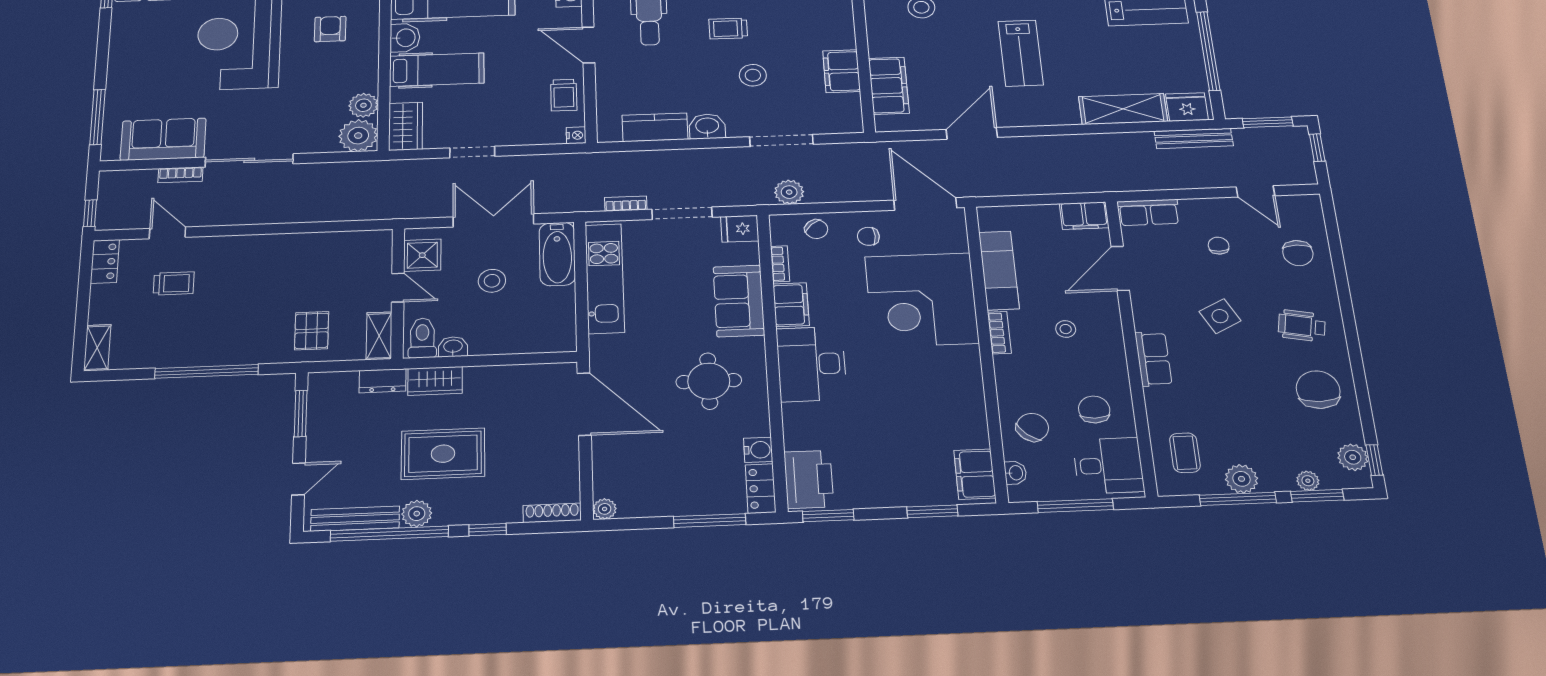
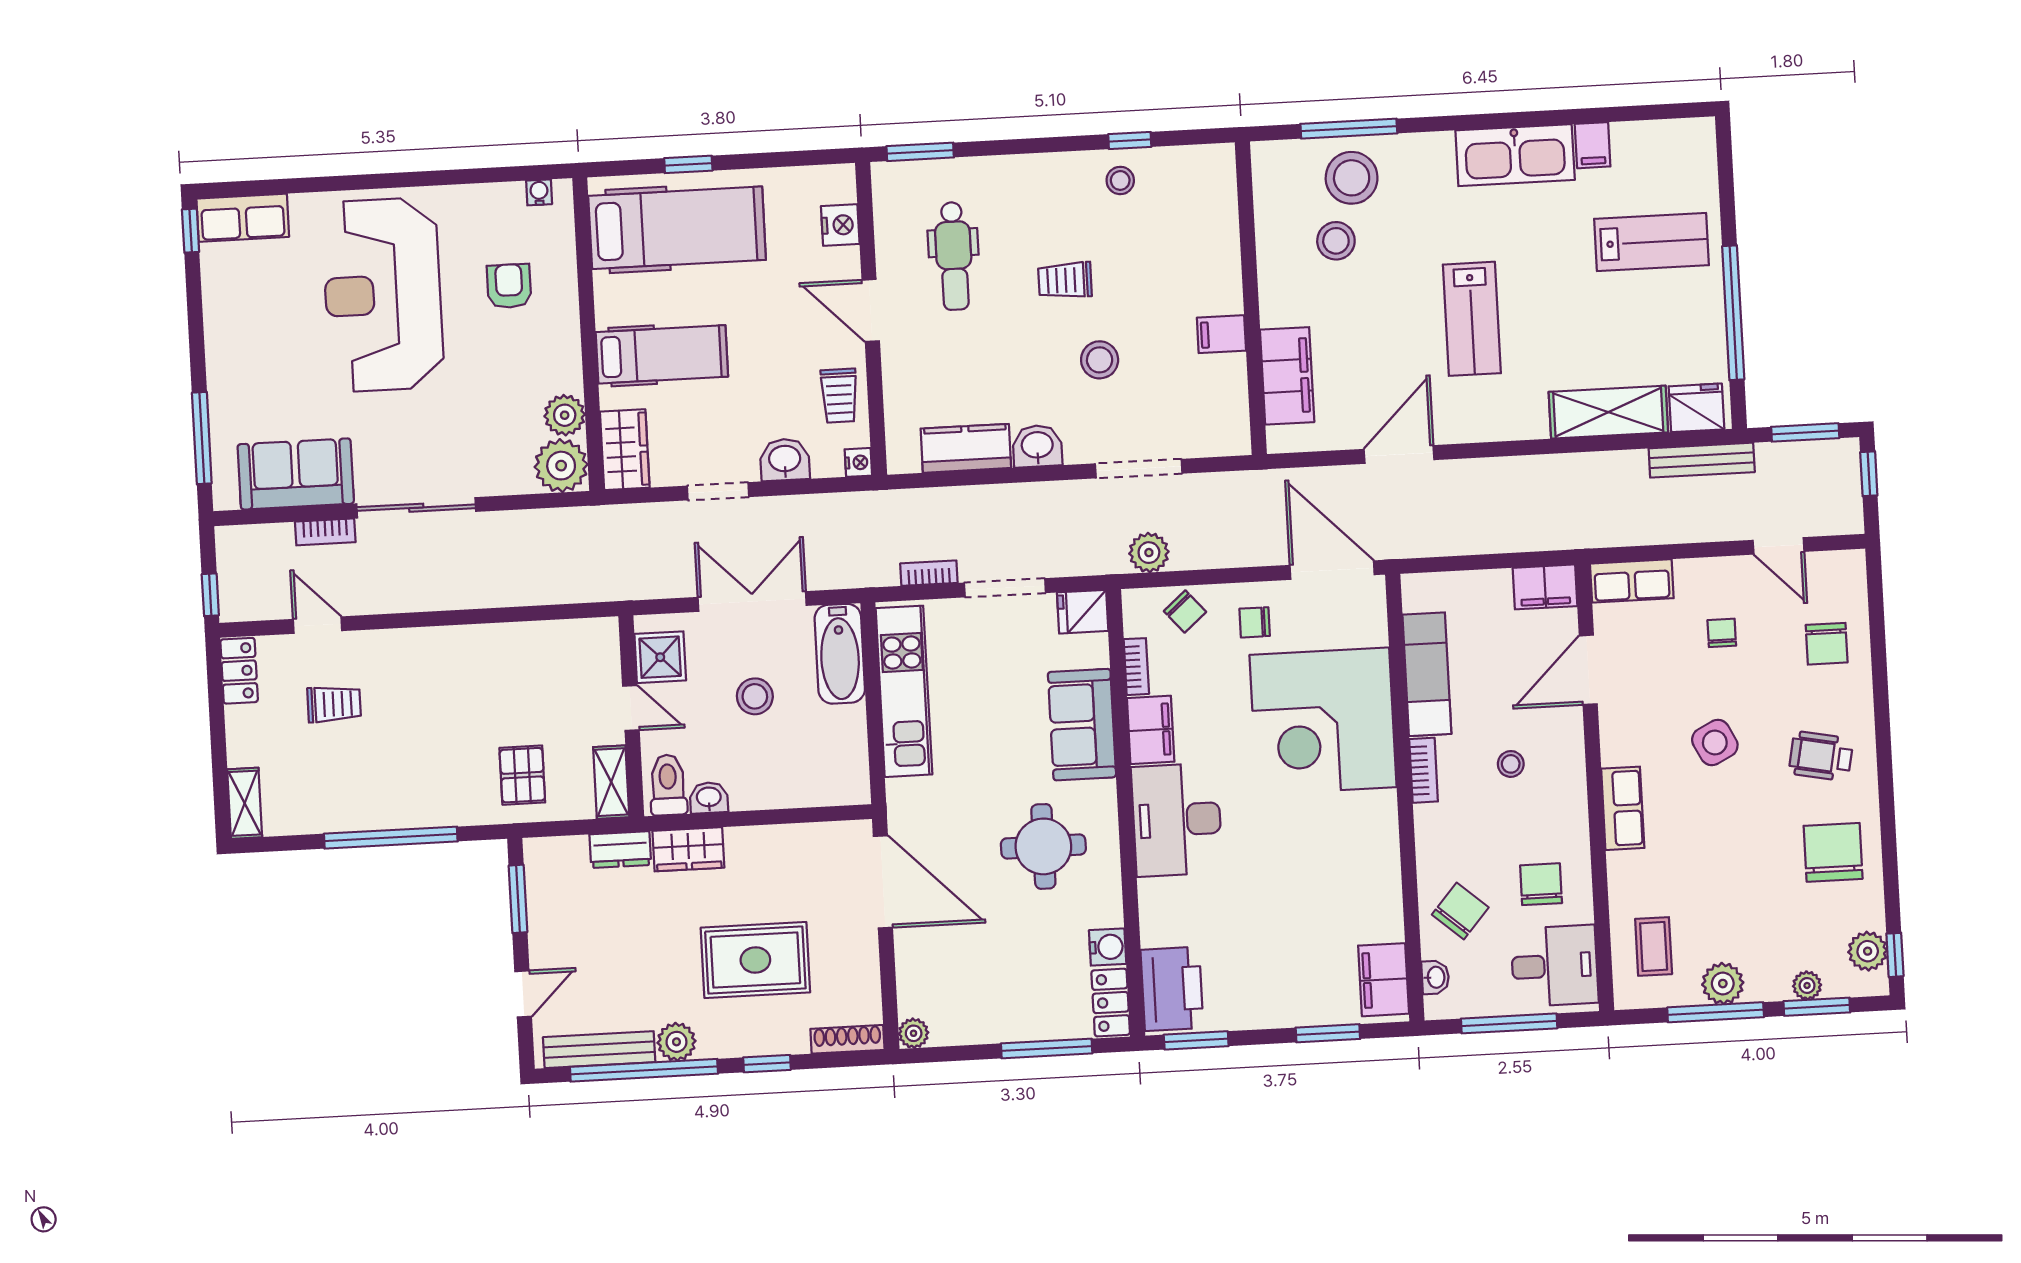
washbasin: (405, 38) -> (785, 460), moved, turned -90
filing cabinet: (842, 71) -> (1221, 334), width x0.50
rug: (443, 454) -> (755, 960), moved

